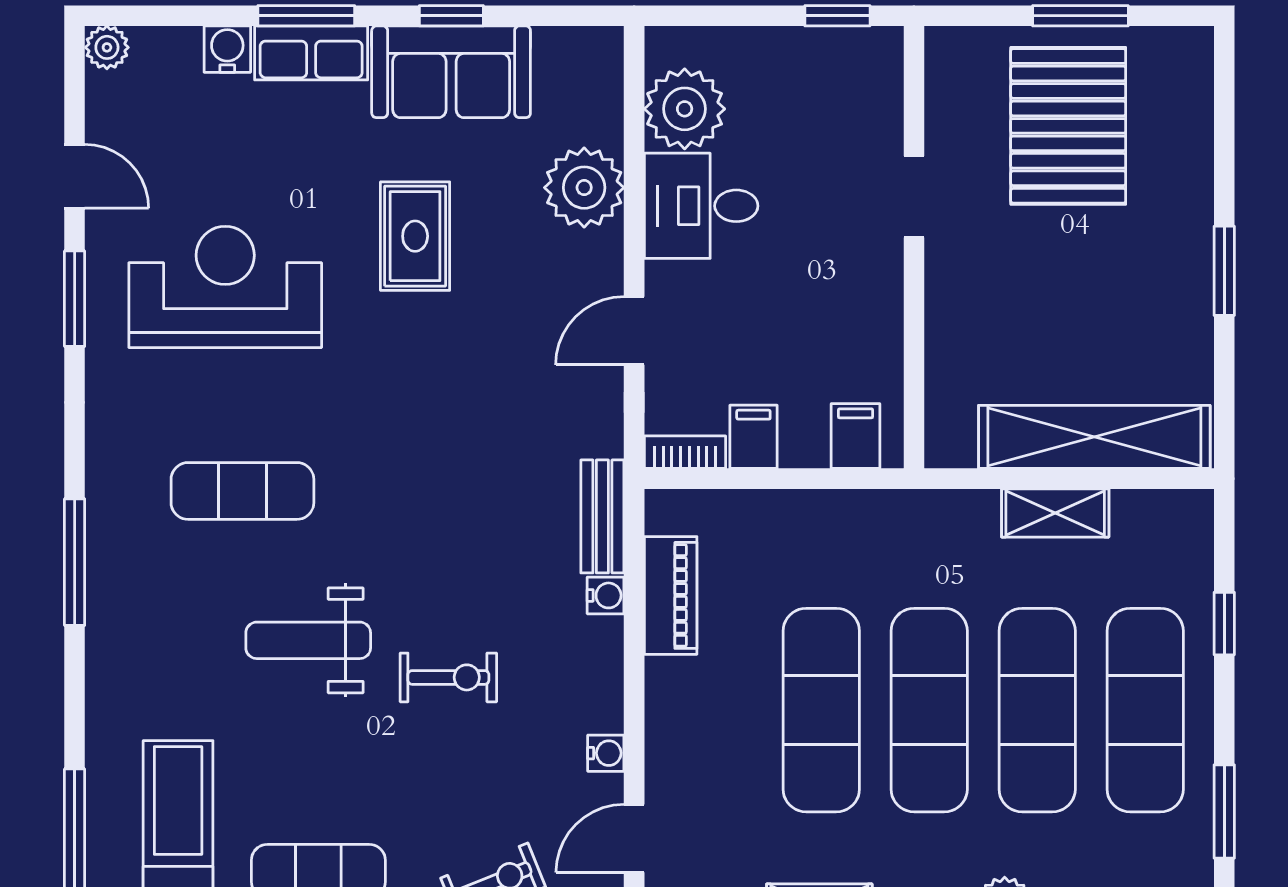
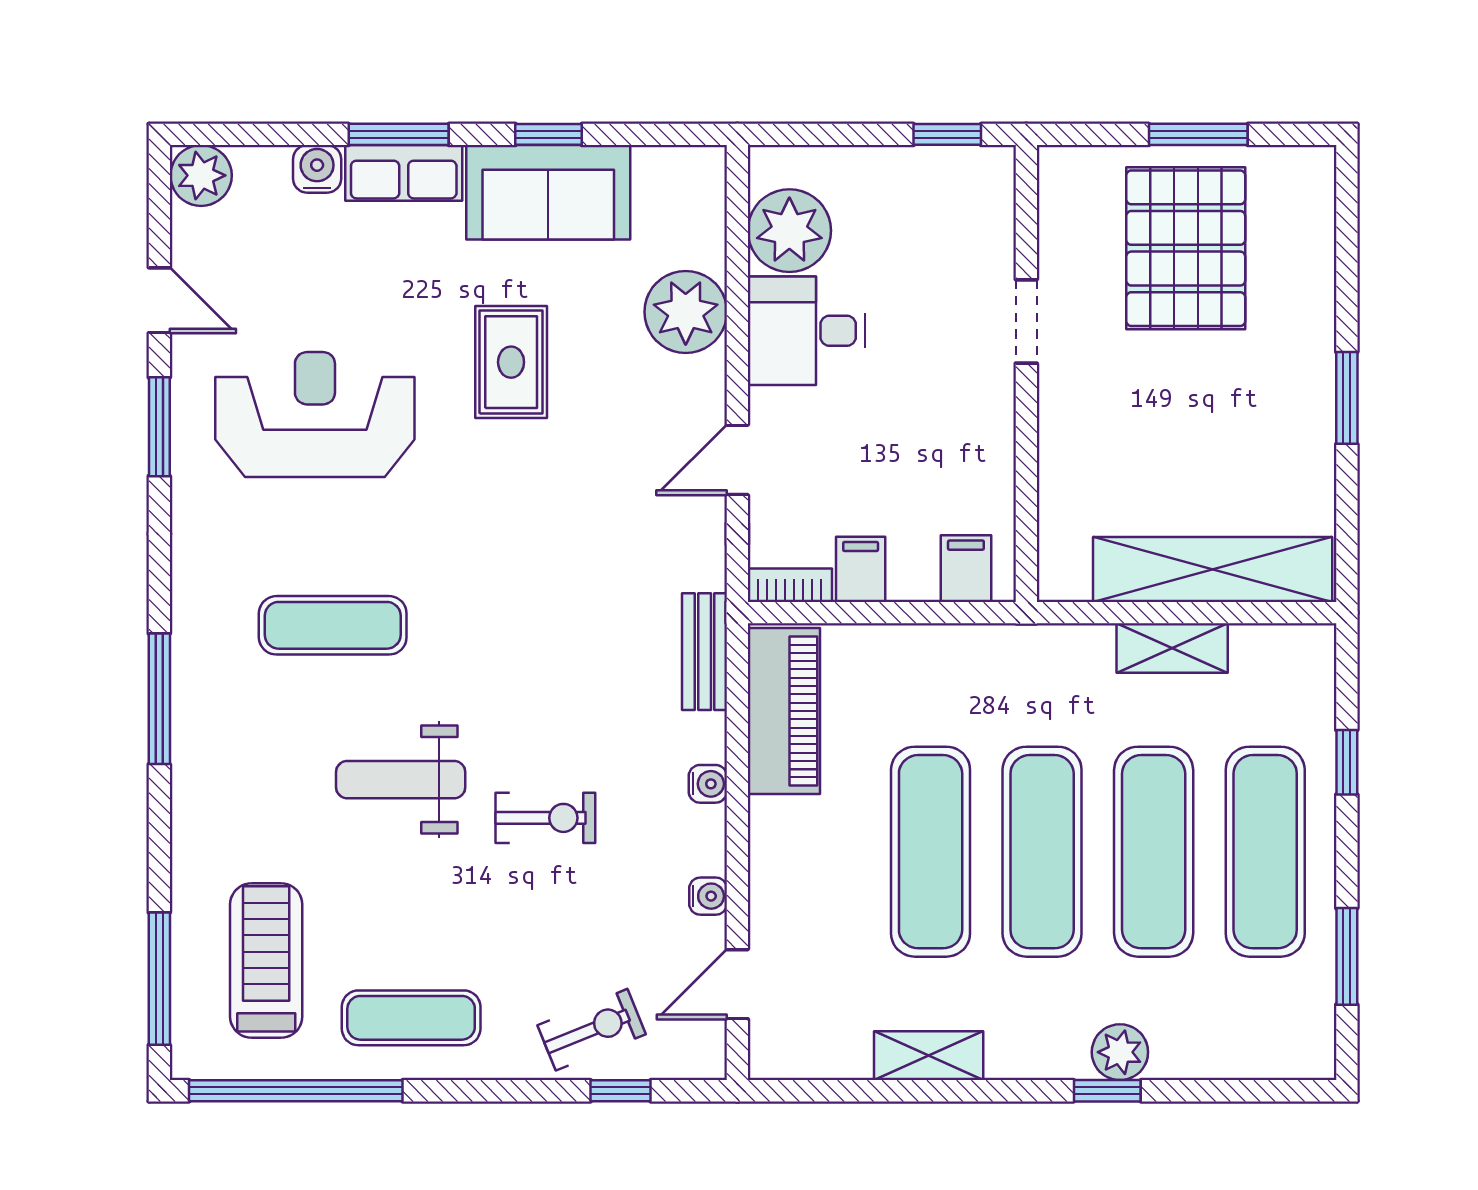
plant: (107, 47) -> (201, 175), width x1.38, depth x1.38
water cooler: (606, 595) -> (708, 784), moved
piano: (671, 595) -> (784, 711), width x1.37, depth x1.33

